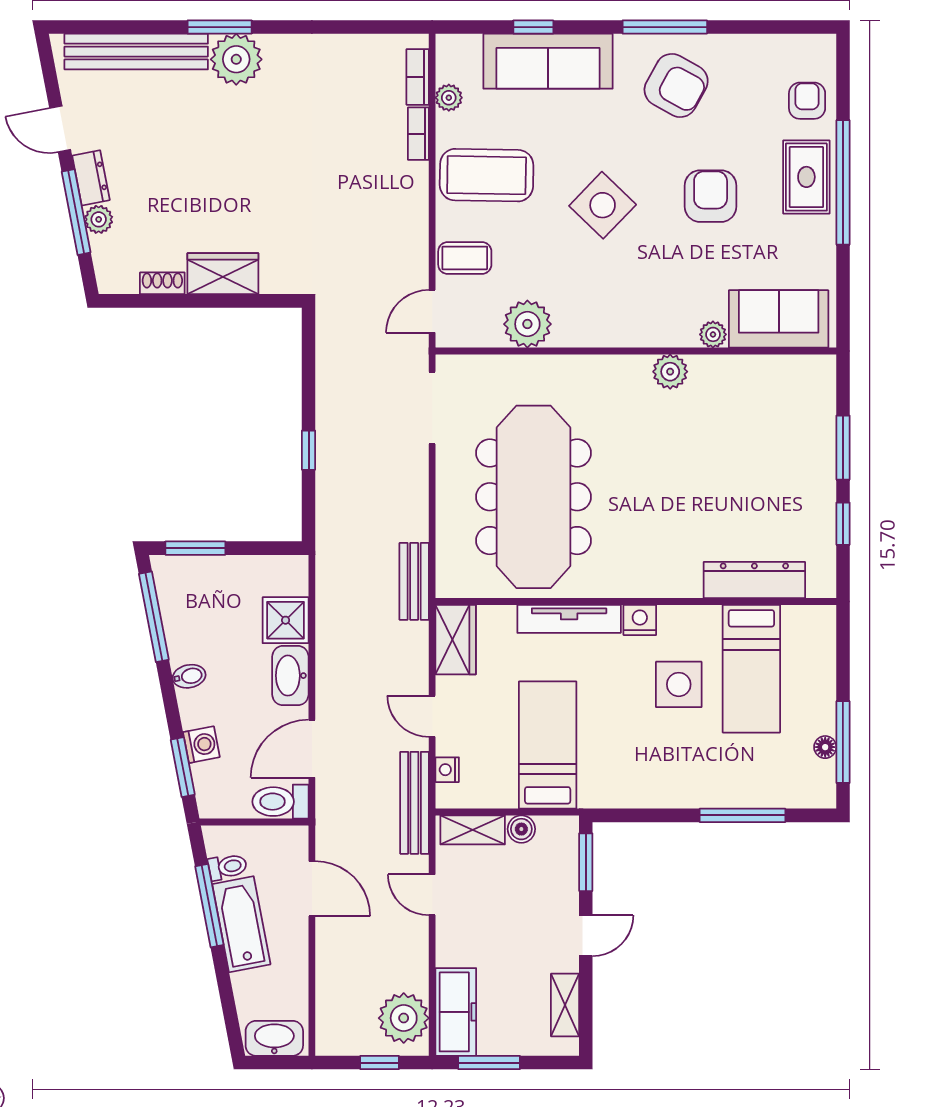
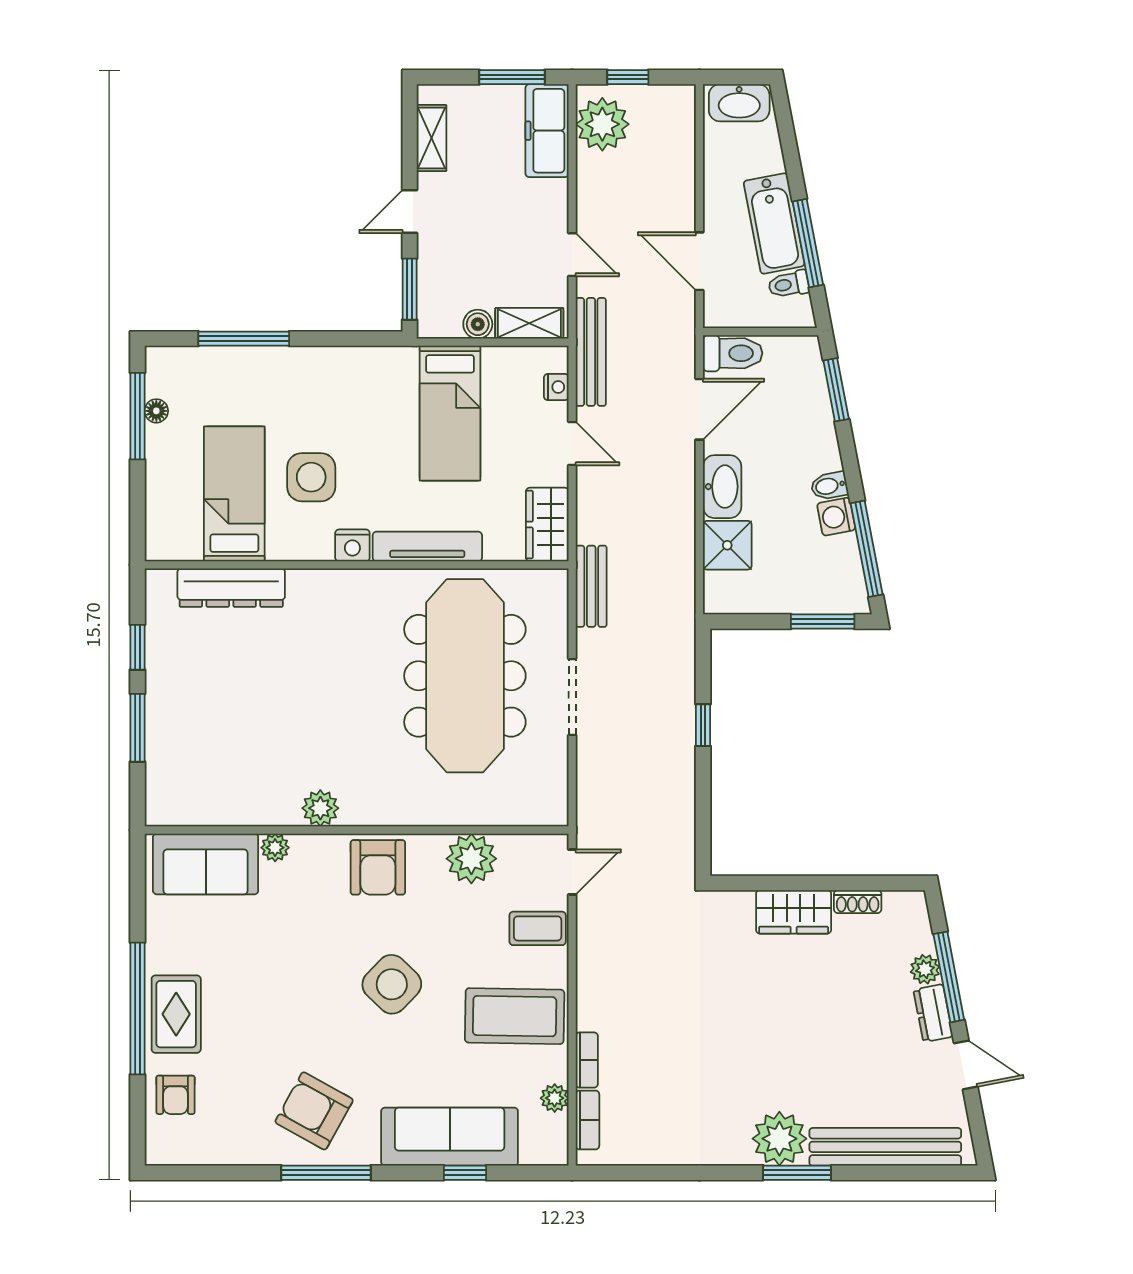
armchair: (711, 196) -> (378, 867), moved
doorway: (432, 408) -> (572, 697), moved
washing machine: (201, 745) -> (836, 517), moved

